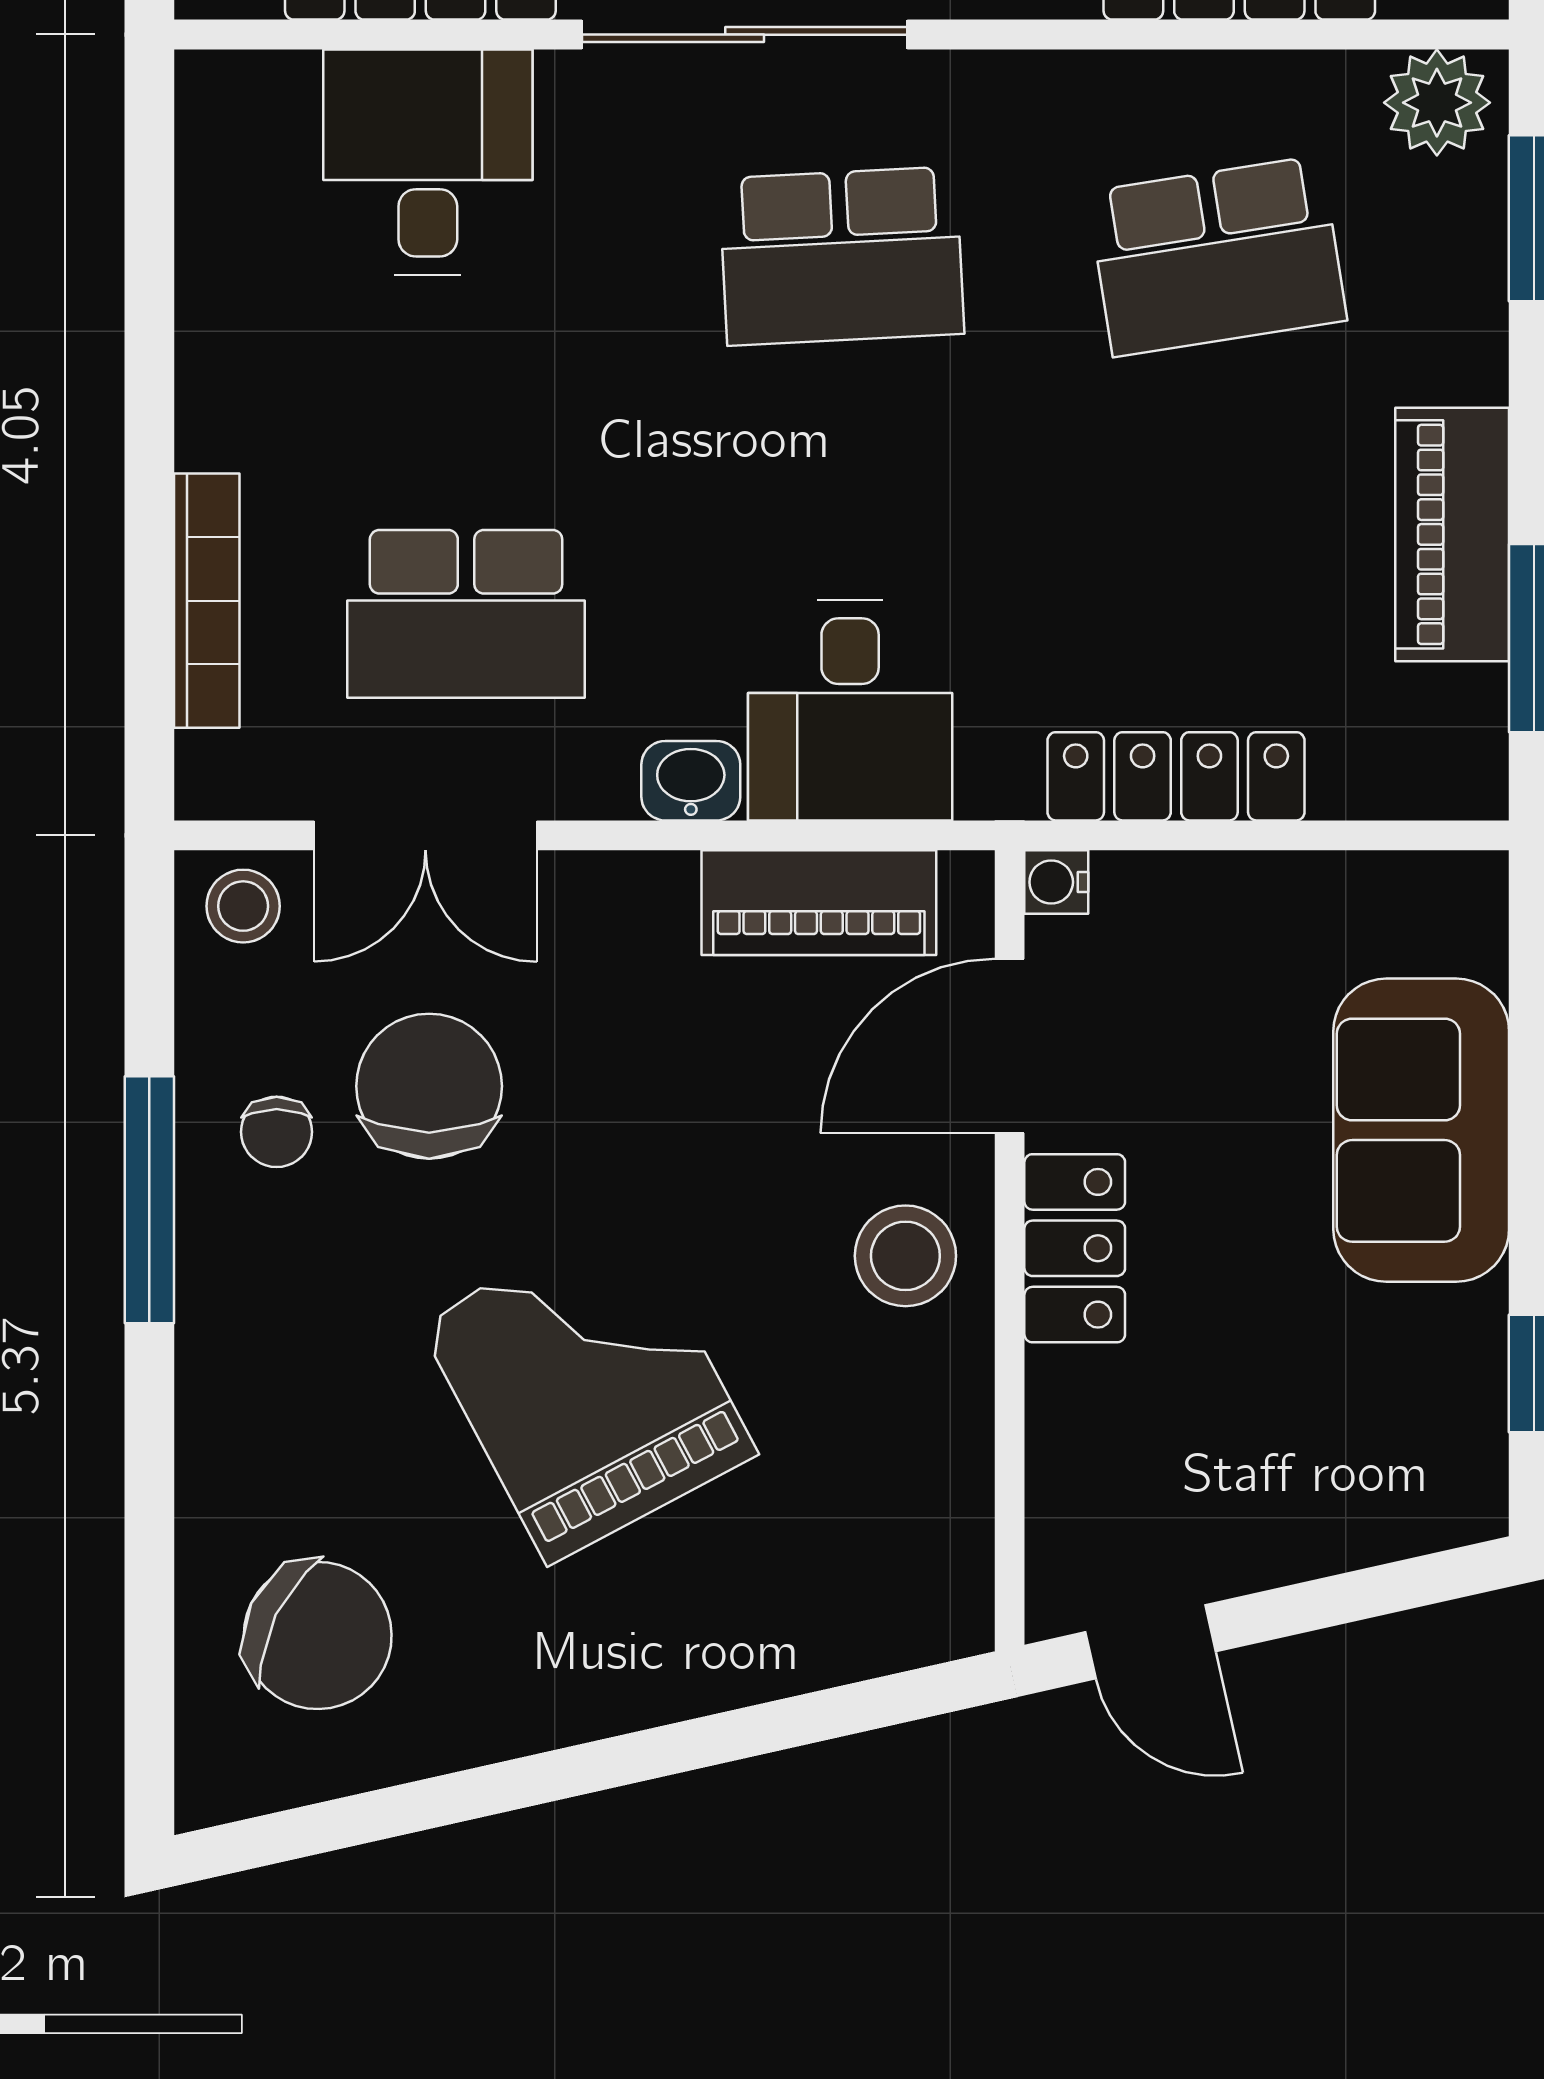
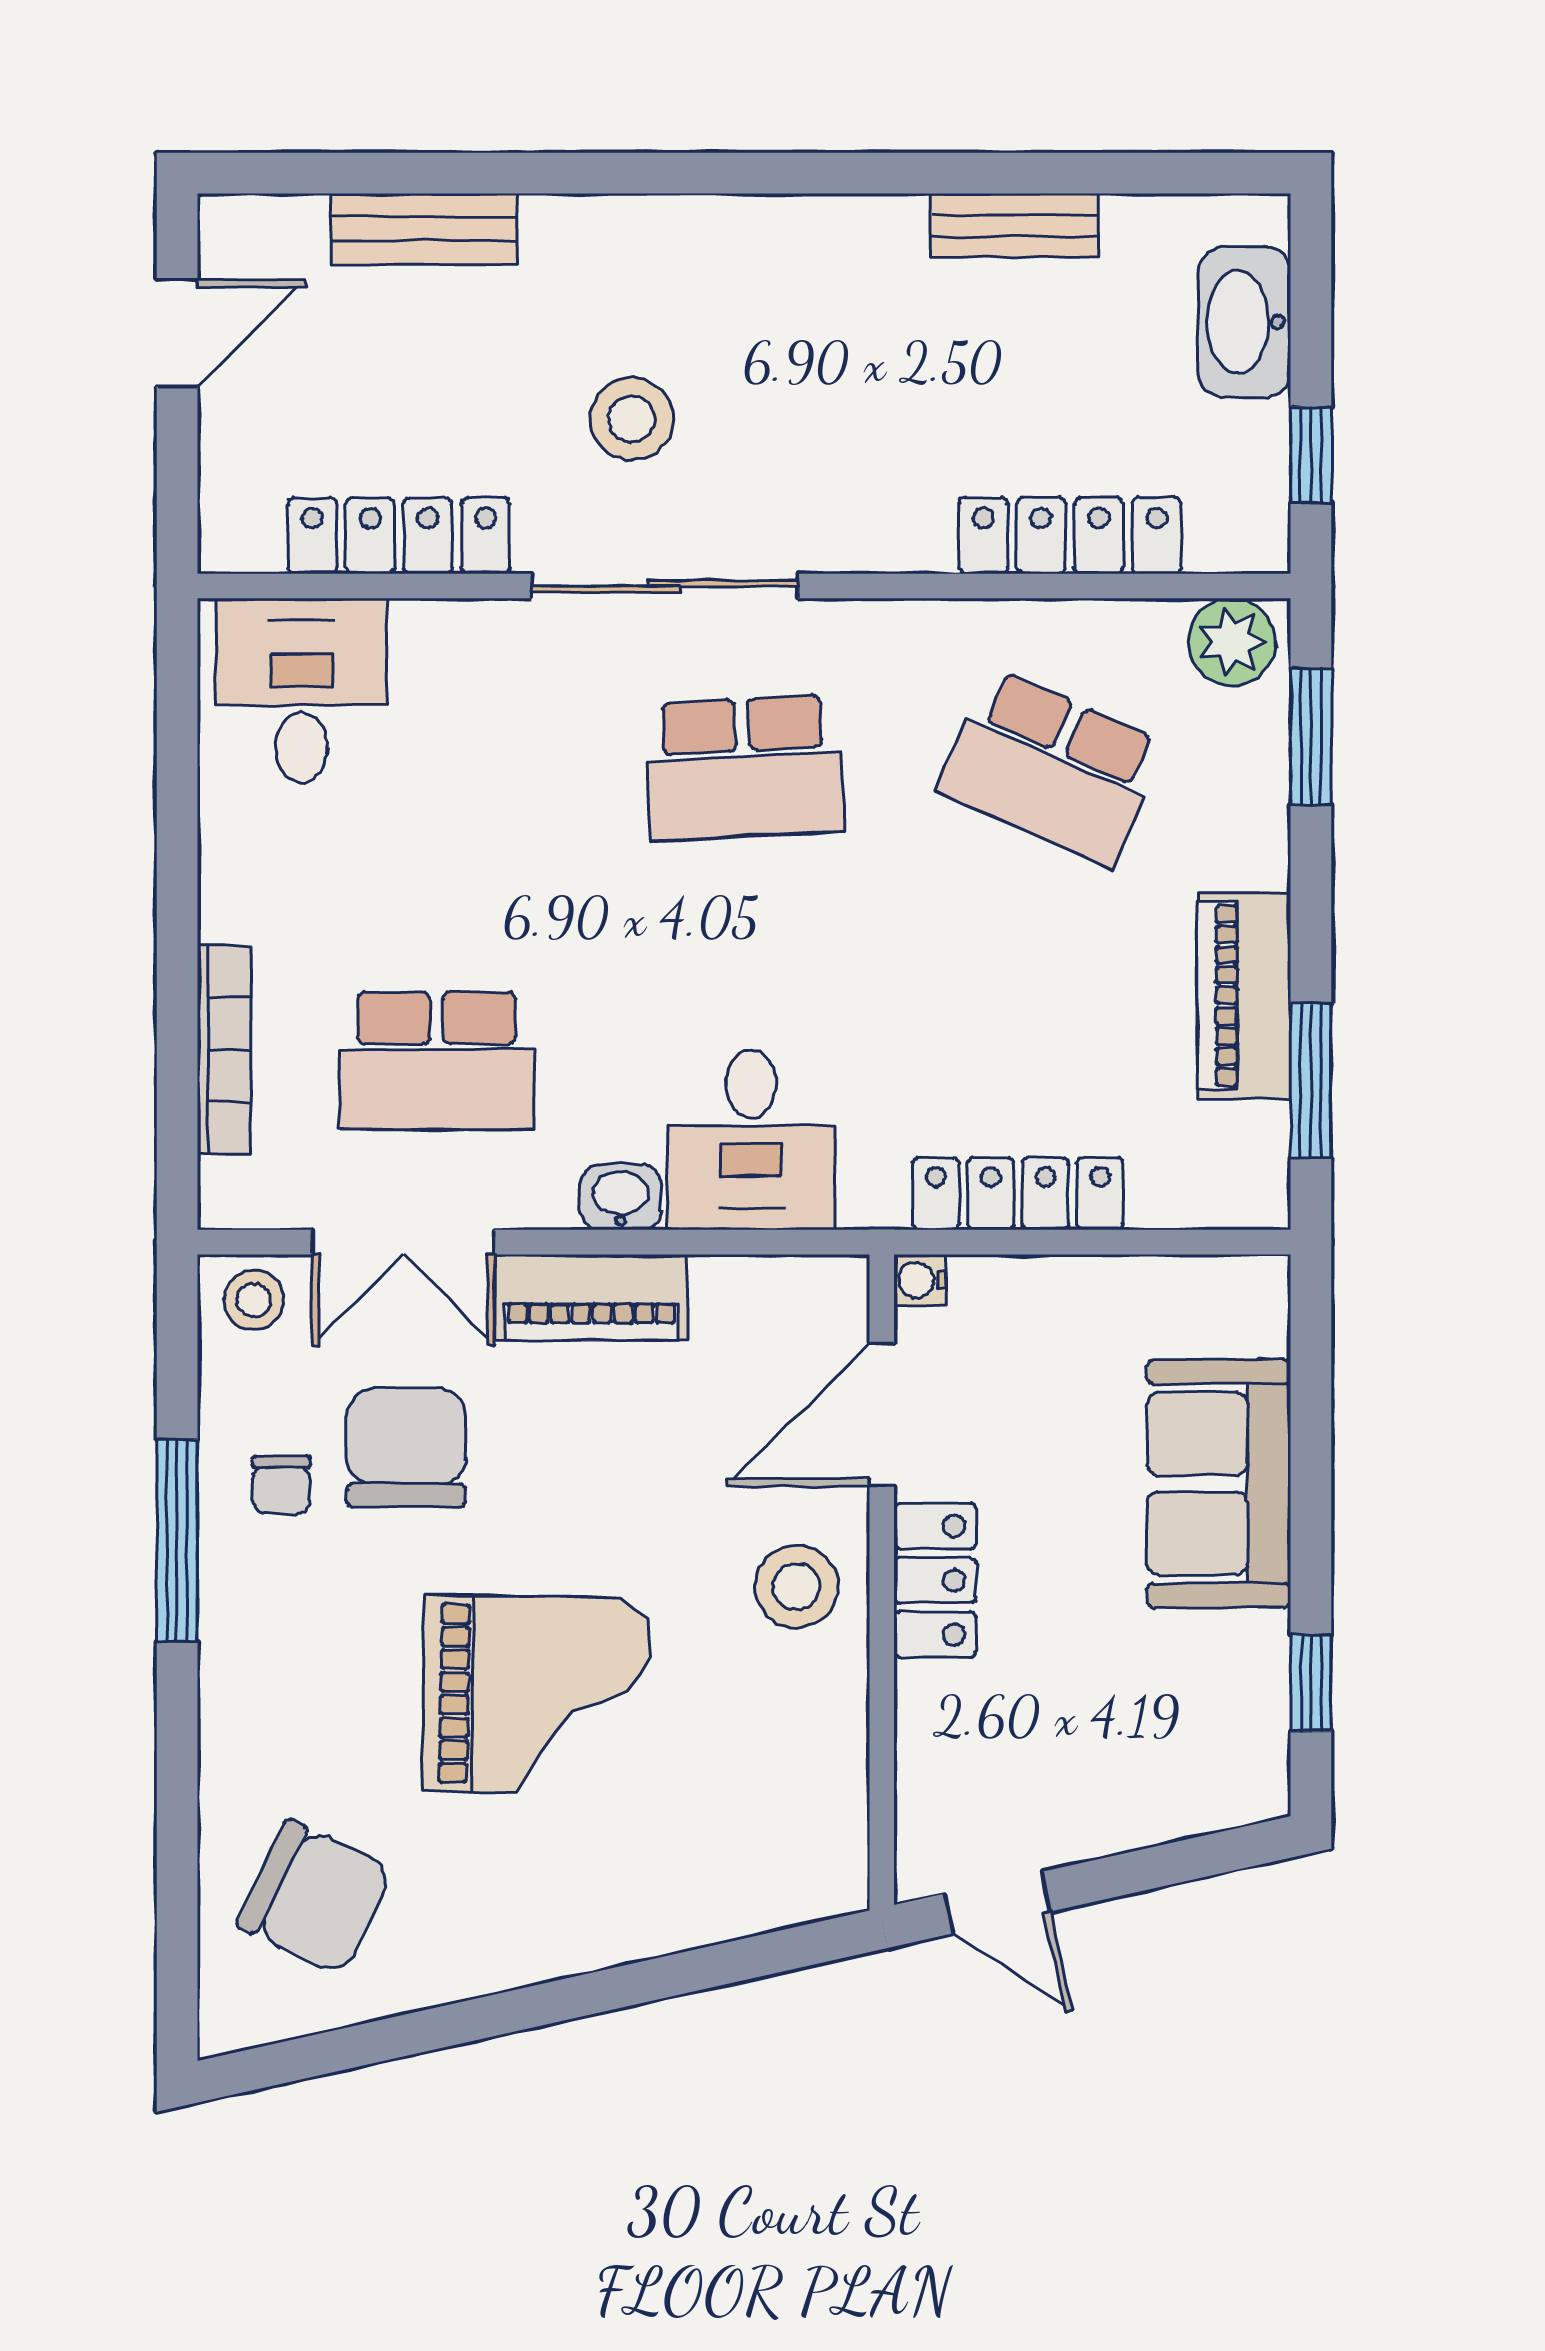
desk: (428, 162) -> (301, 690), moved
school desk: (1217, 256) -> (1052, 768), turned 33
piano: (819, 903) -> (592, 1297), moved
grand piano: (588, 1388) -> (536, 1695), turned 119

